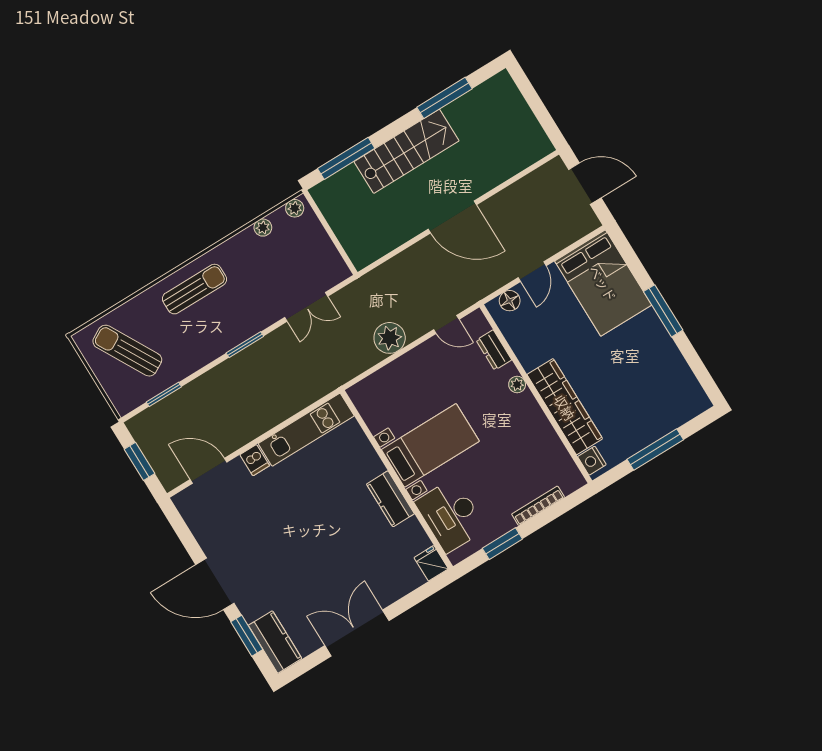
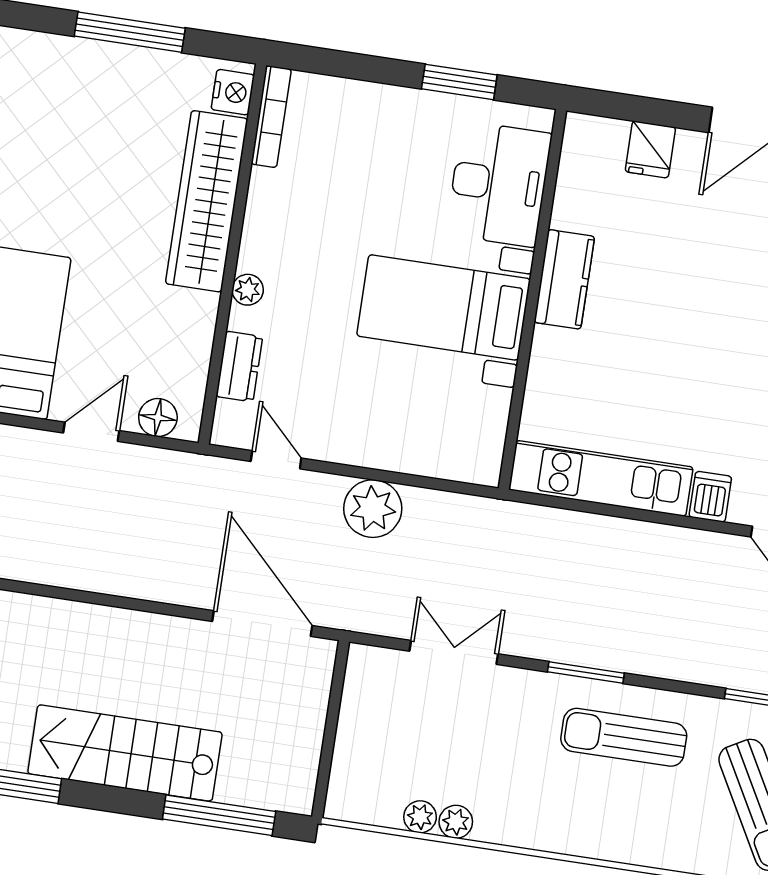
plant: (295, 208) -> (456, 822), moved
door: (452, 217) -> (262, 624), moved
sun lounger: (194, 289) -> (624, 737), moved
bookcase: (538, 506) -> (271, 117), moved, turned -90
fridge: (431, 563) -> (650, 149), moved

